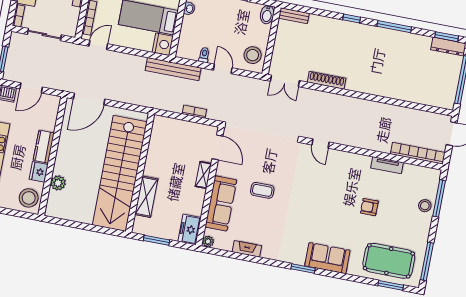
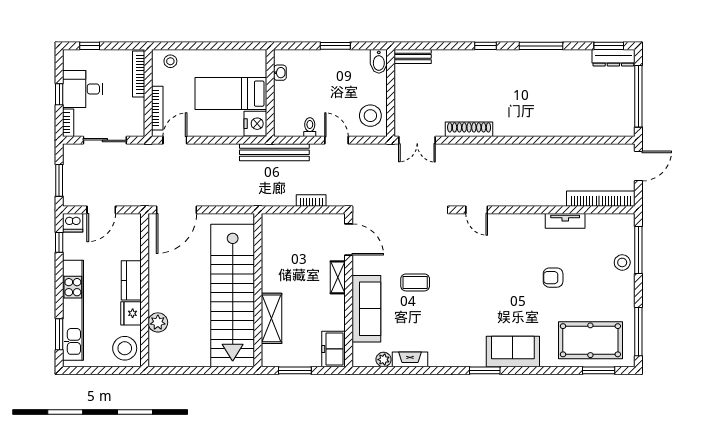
plant: (208, 241) -> (384, 360), moved

